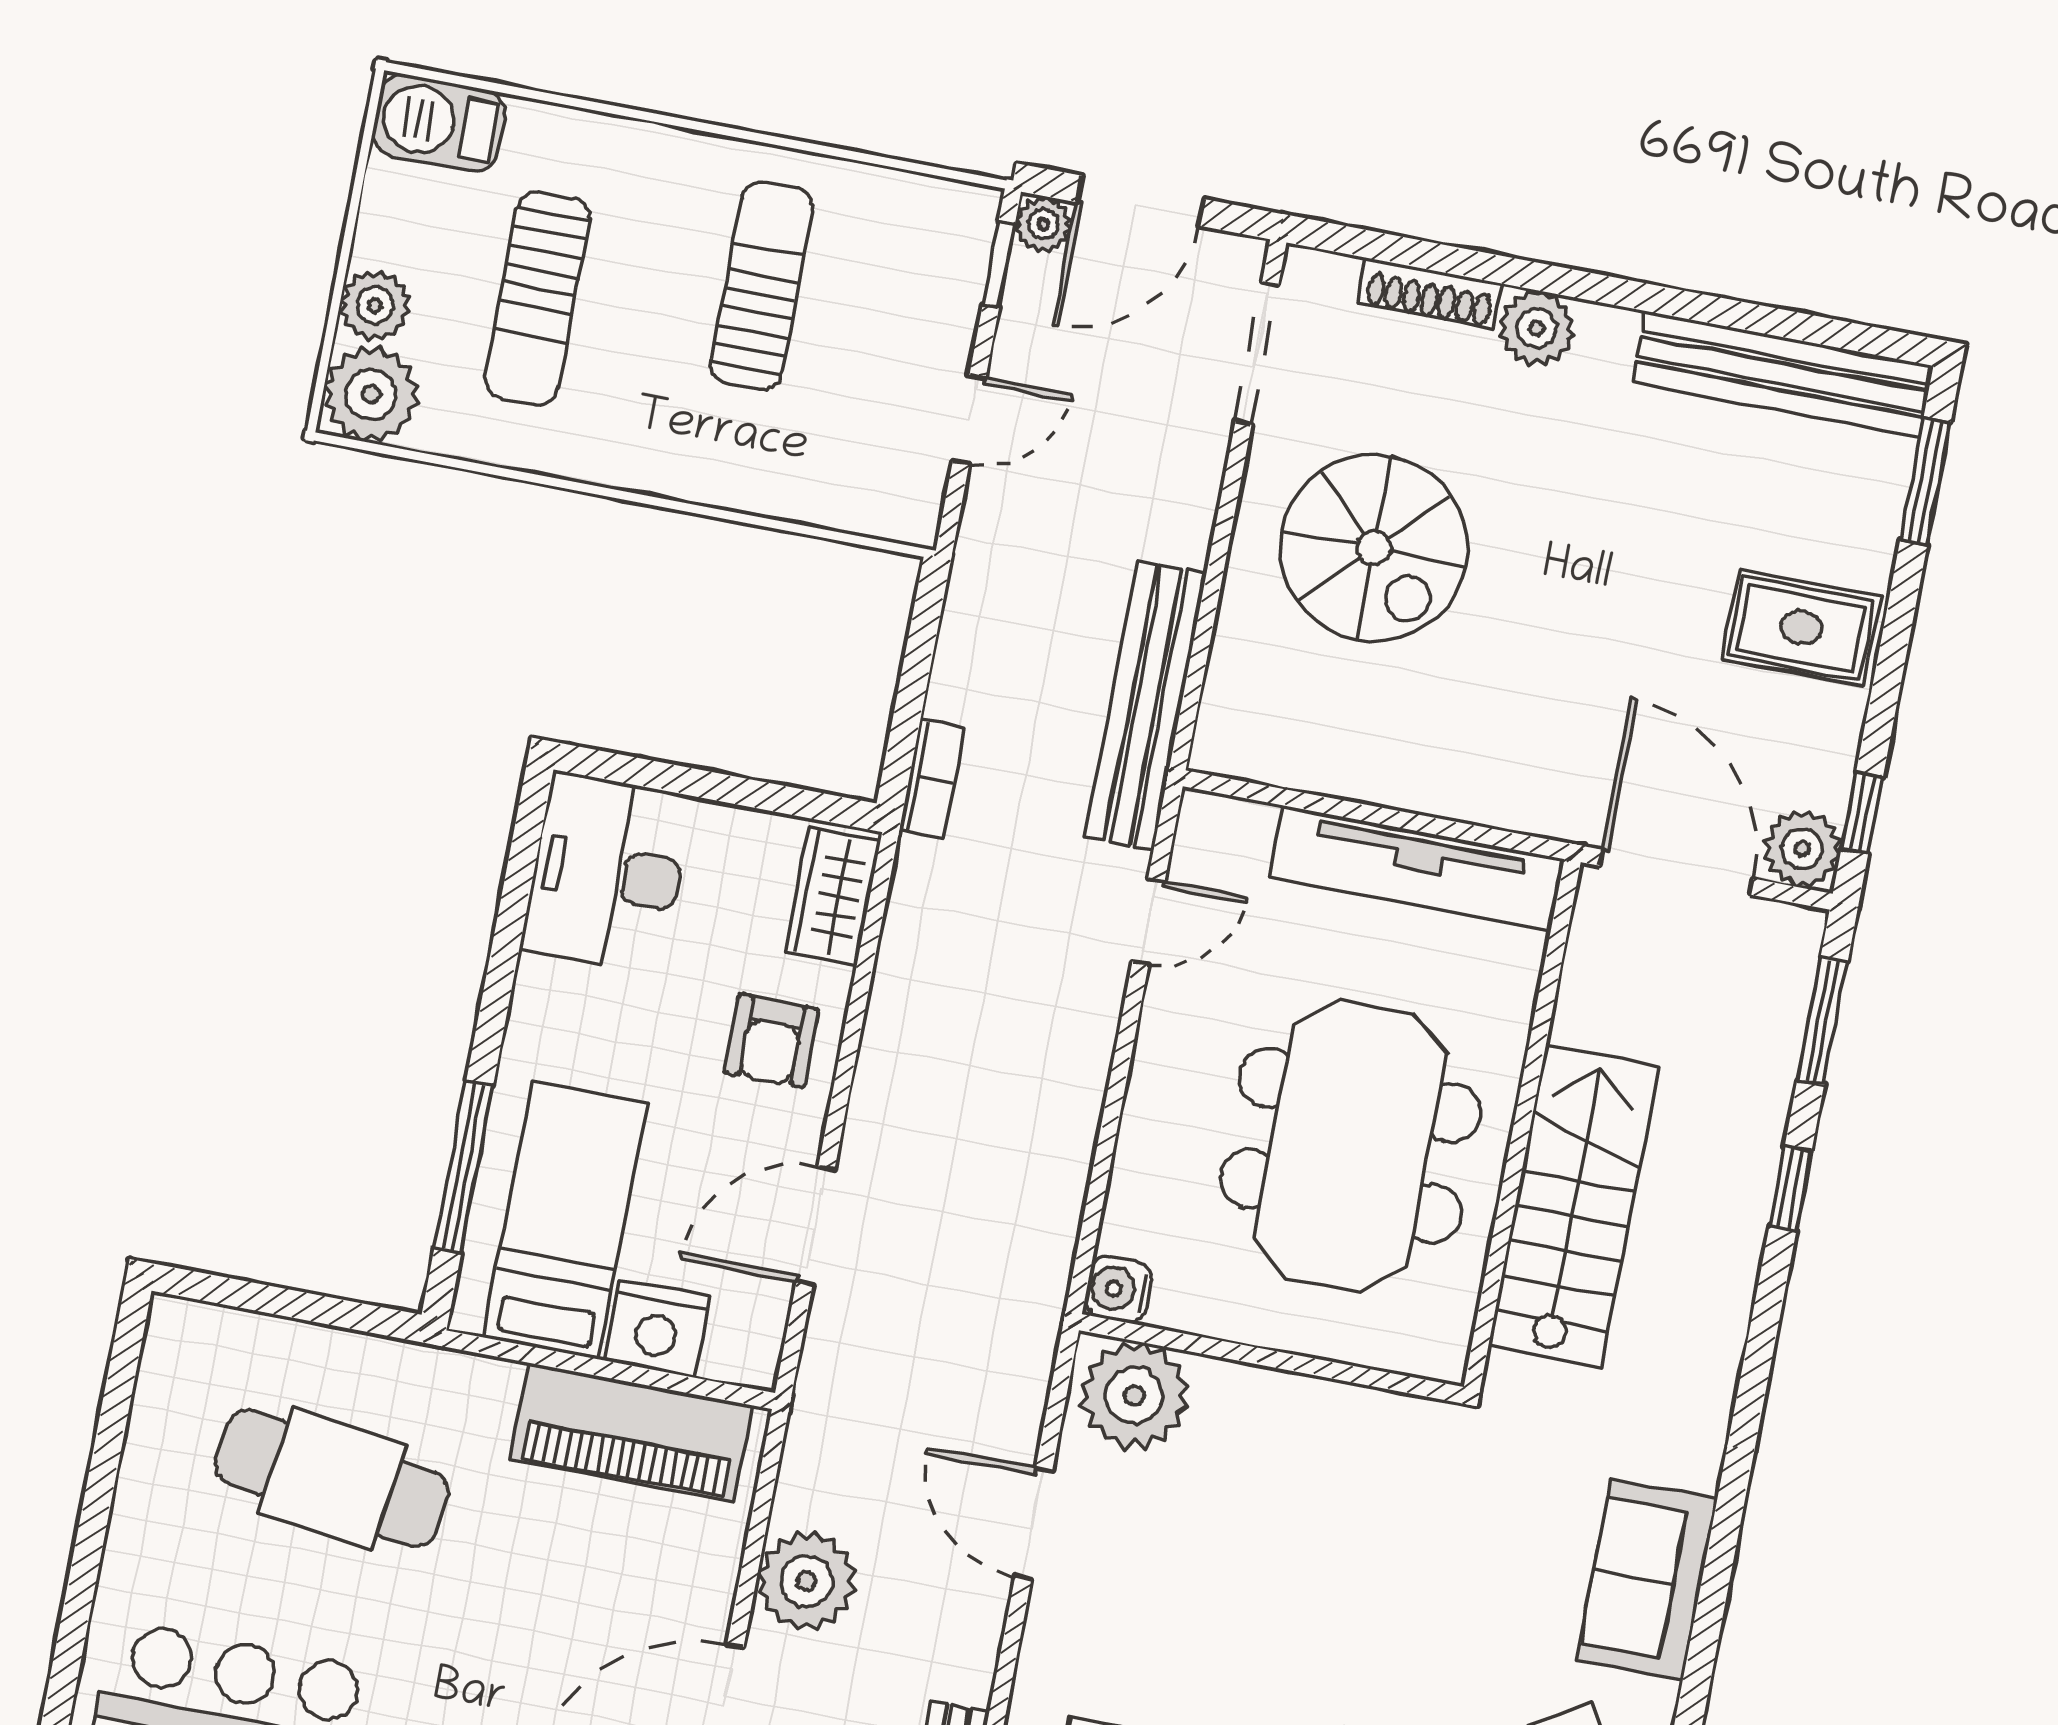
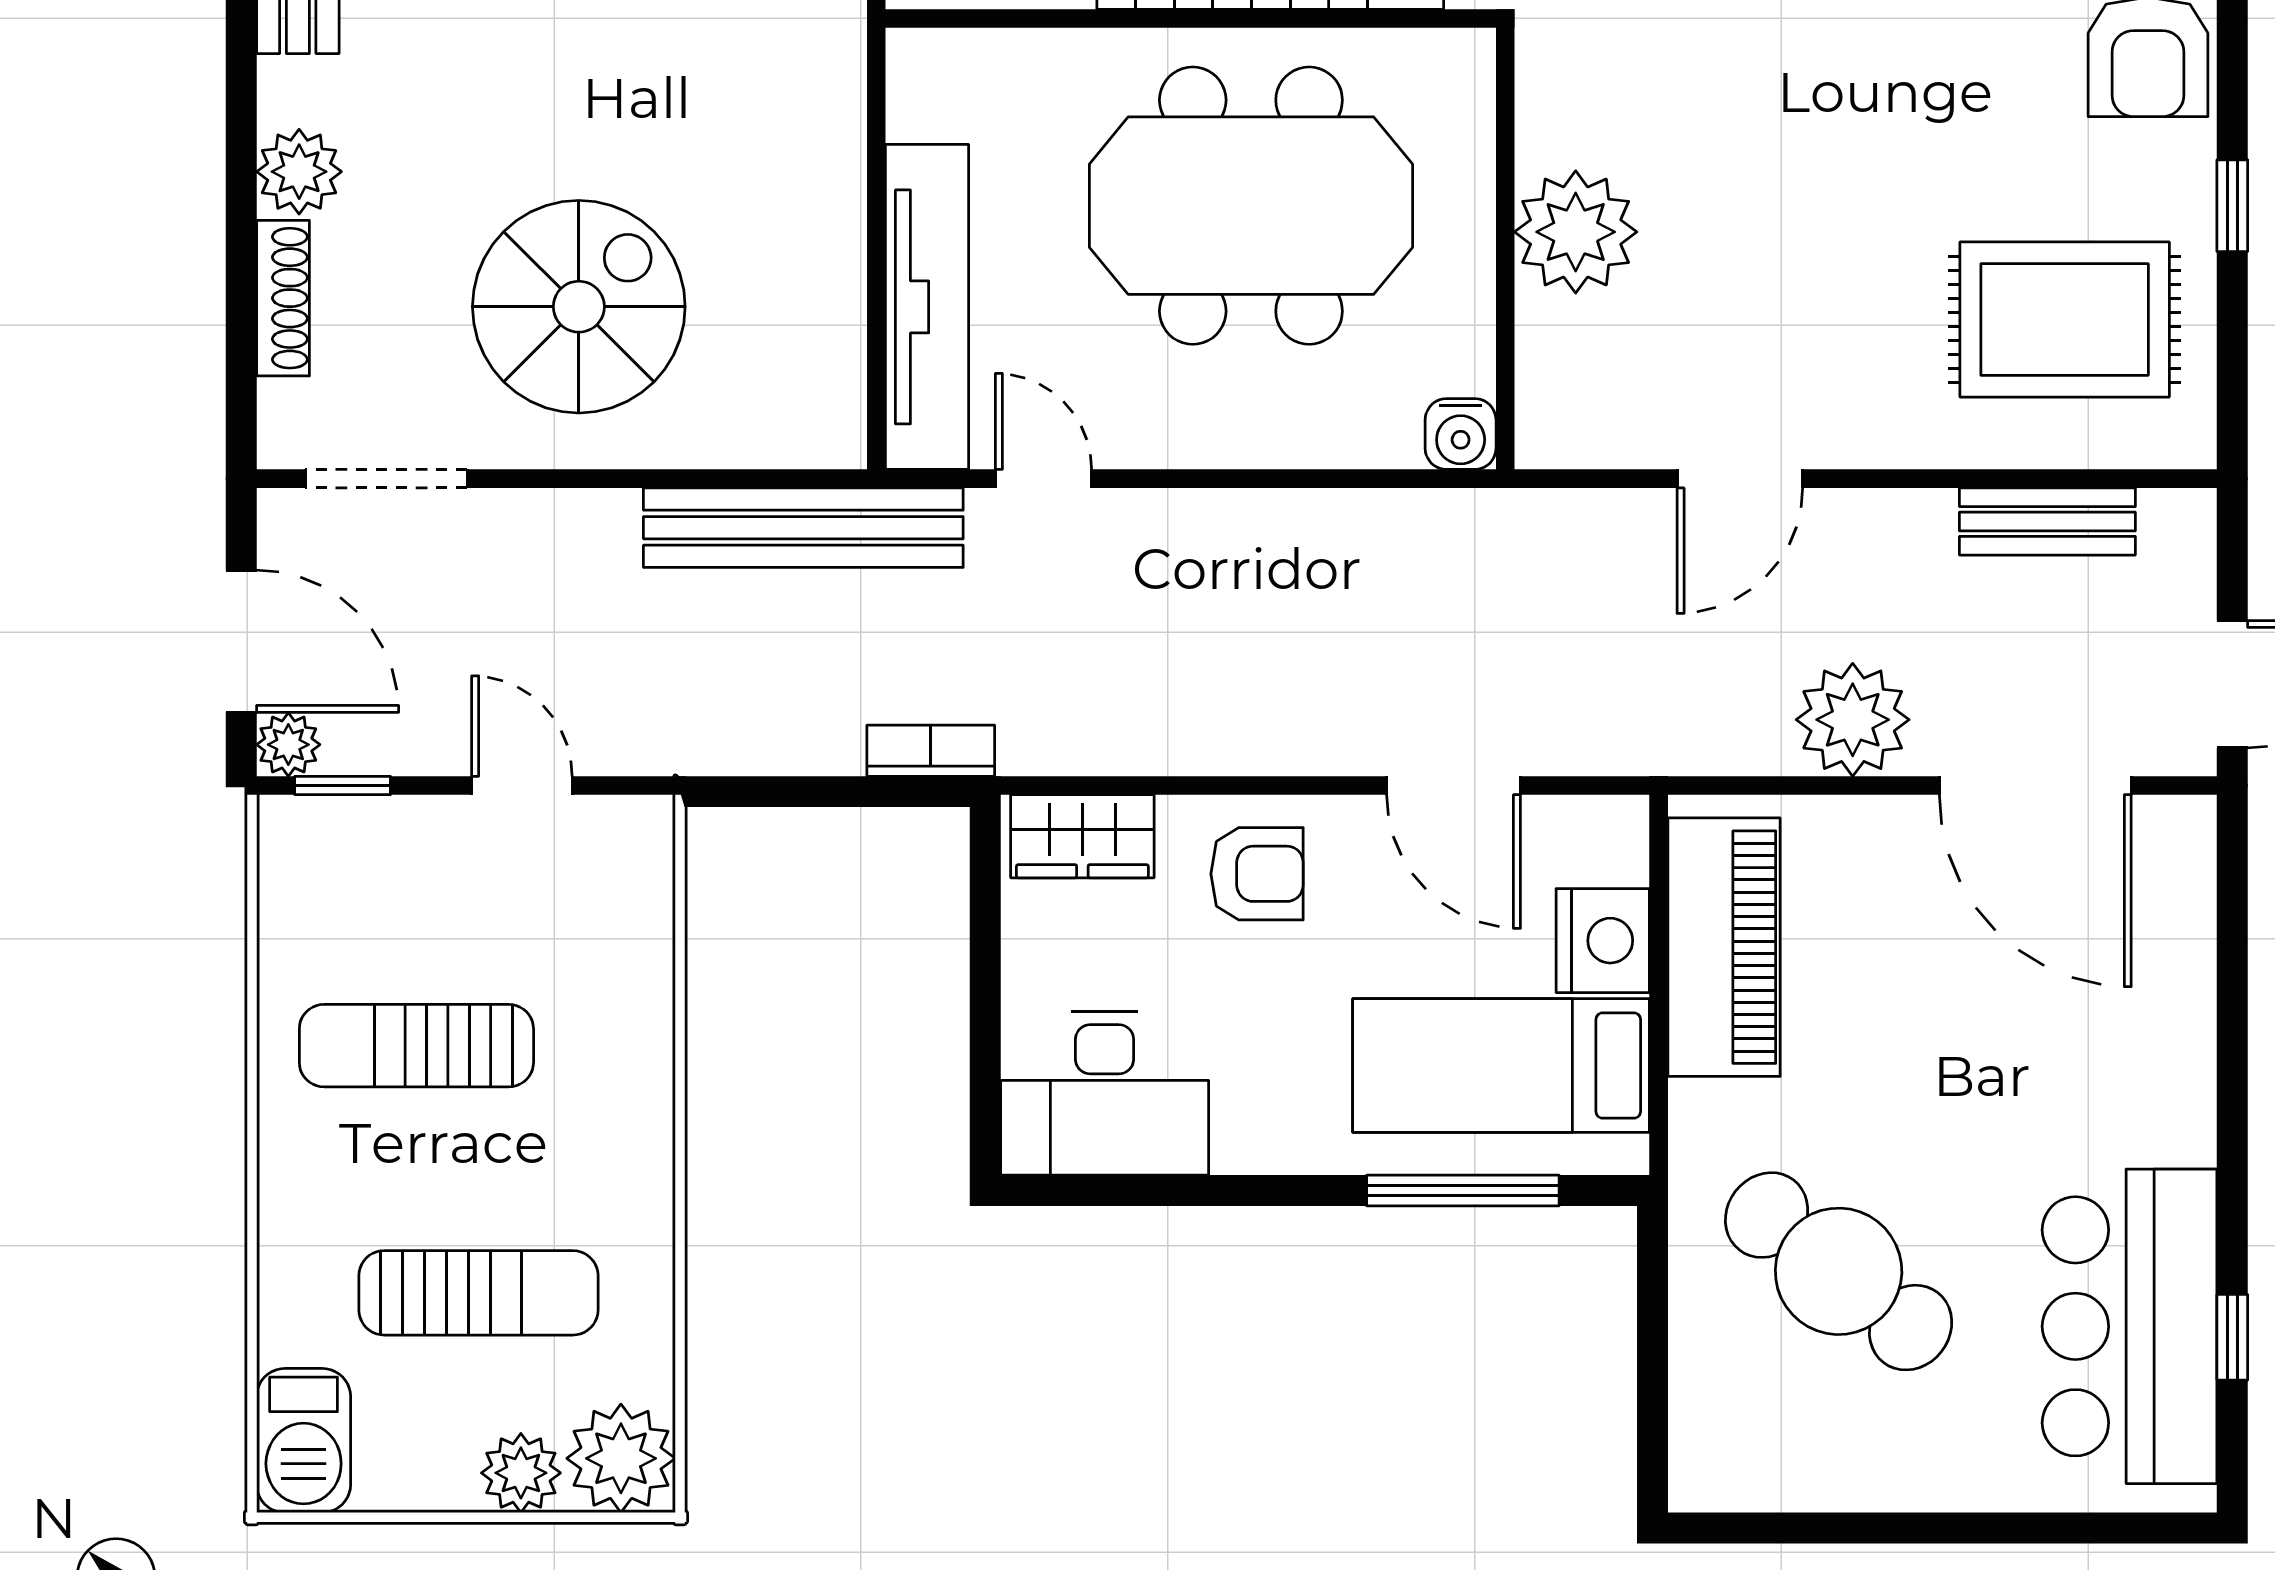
tv unit: (1417, 868) -> (927, 307), moved
plant: (1134, 1396) -> (1576, 232), moved
cafe table: (332, 1478) -> (1839, 1271), turned -60

